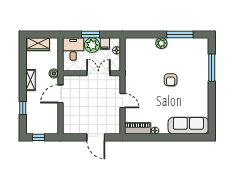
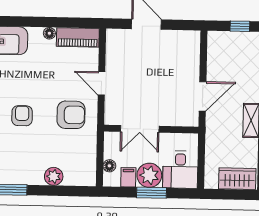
plant: (161, 43) -> (54, 176), moved
boiler: (54, 73) -> (213, 130), removed
armchair: (141, 81) -> (71, 115), added

